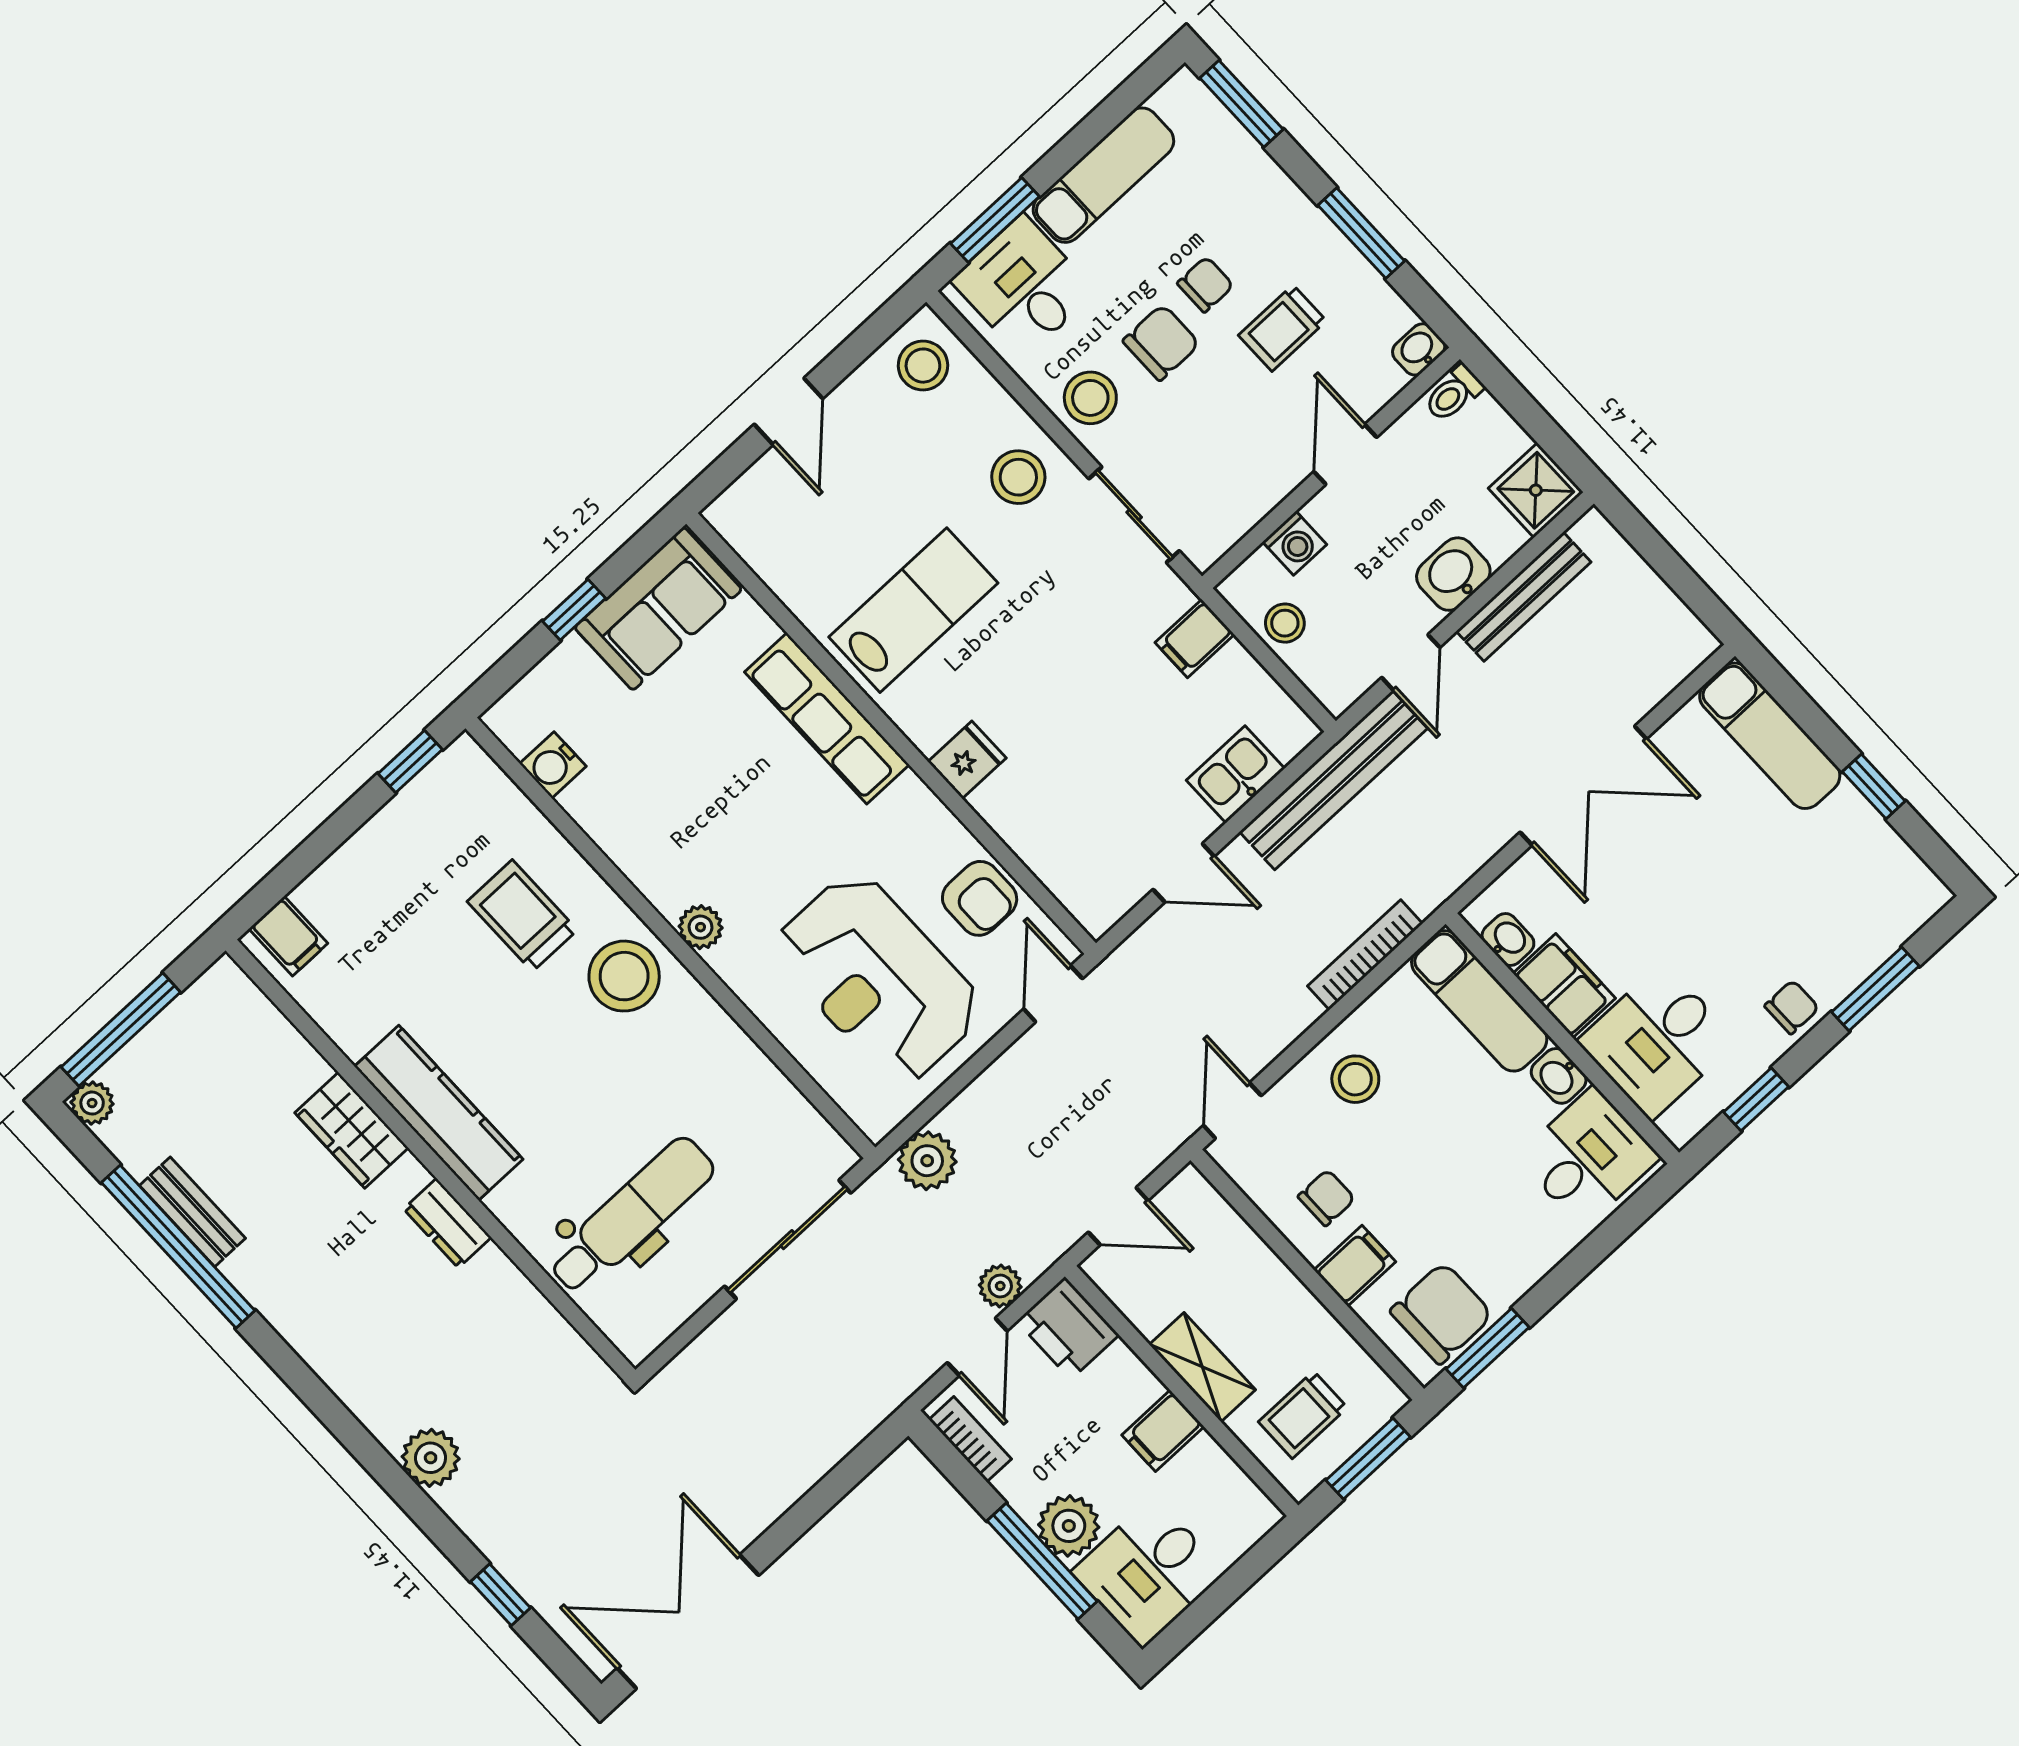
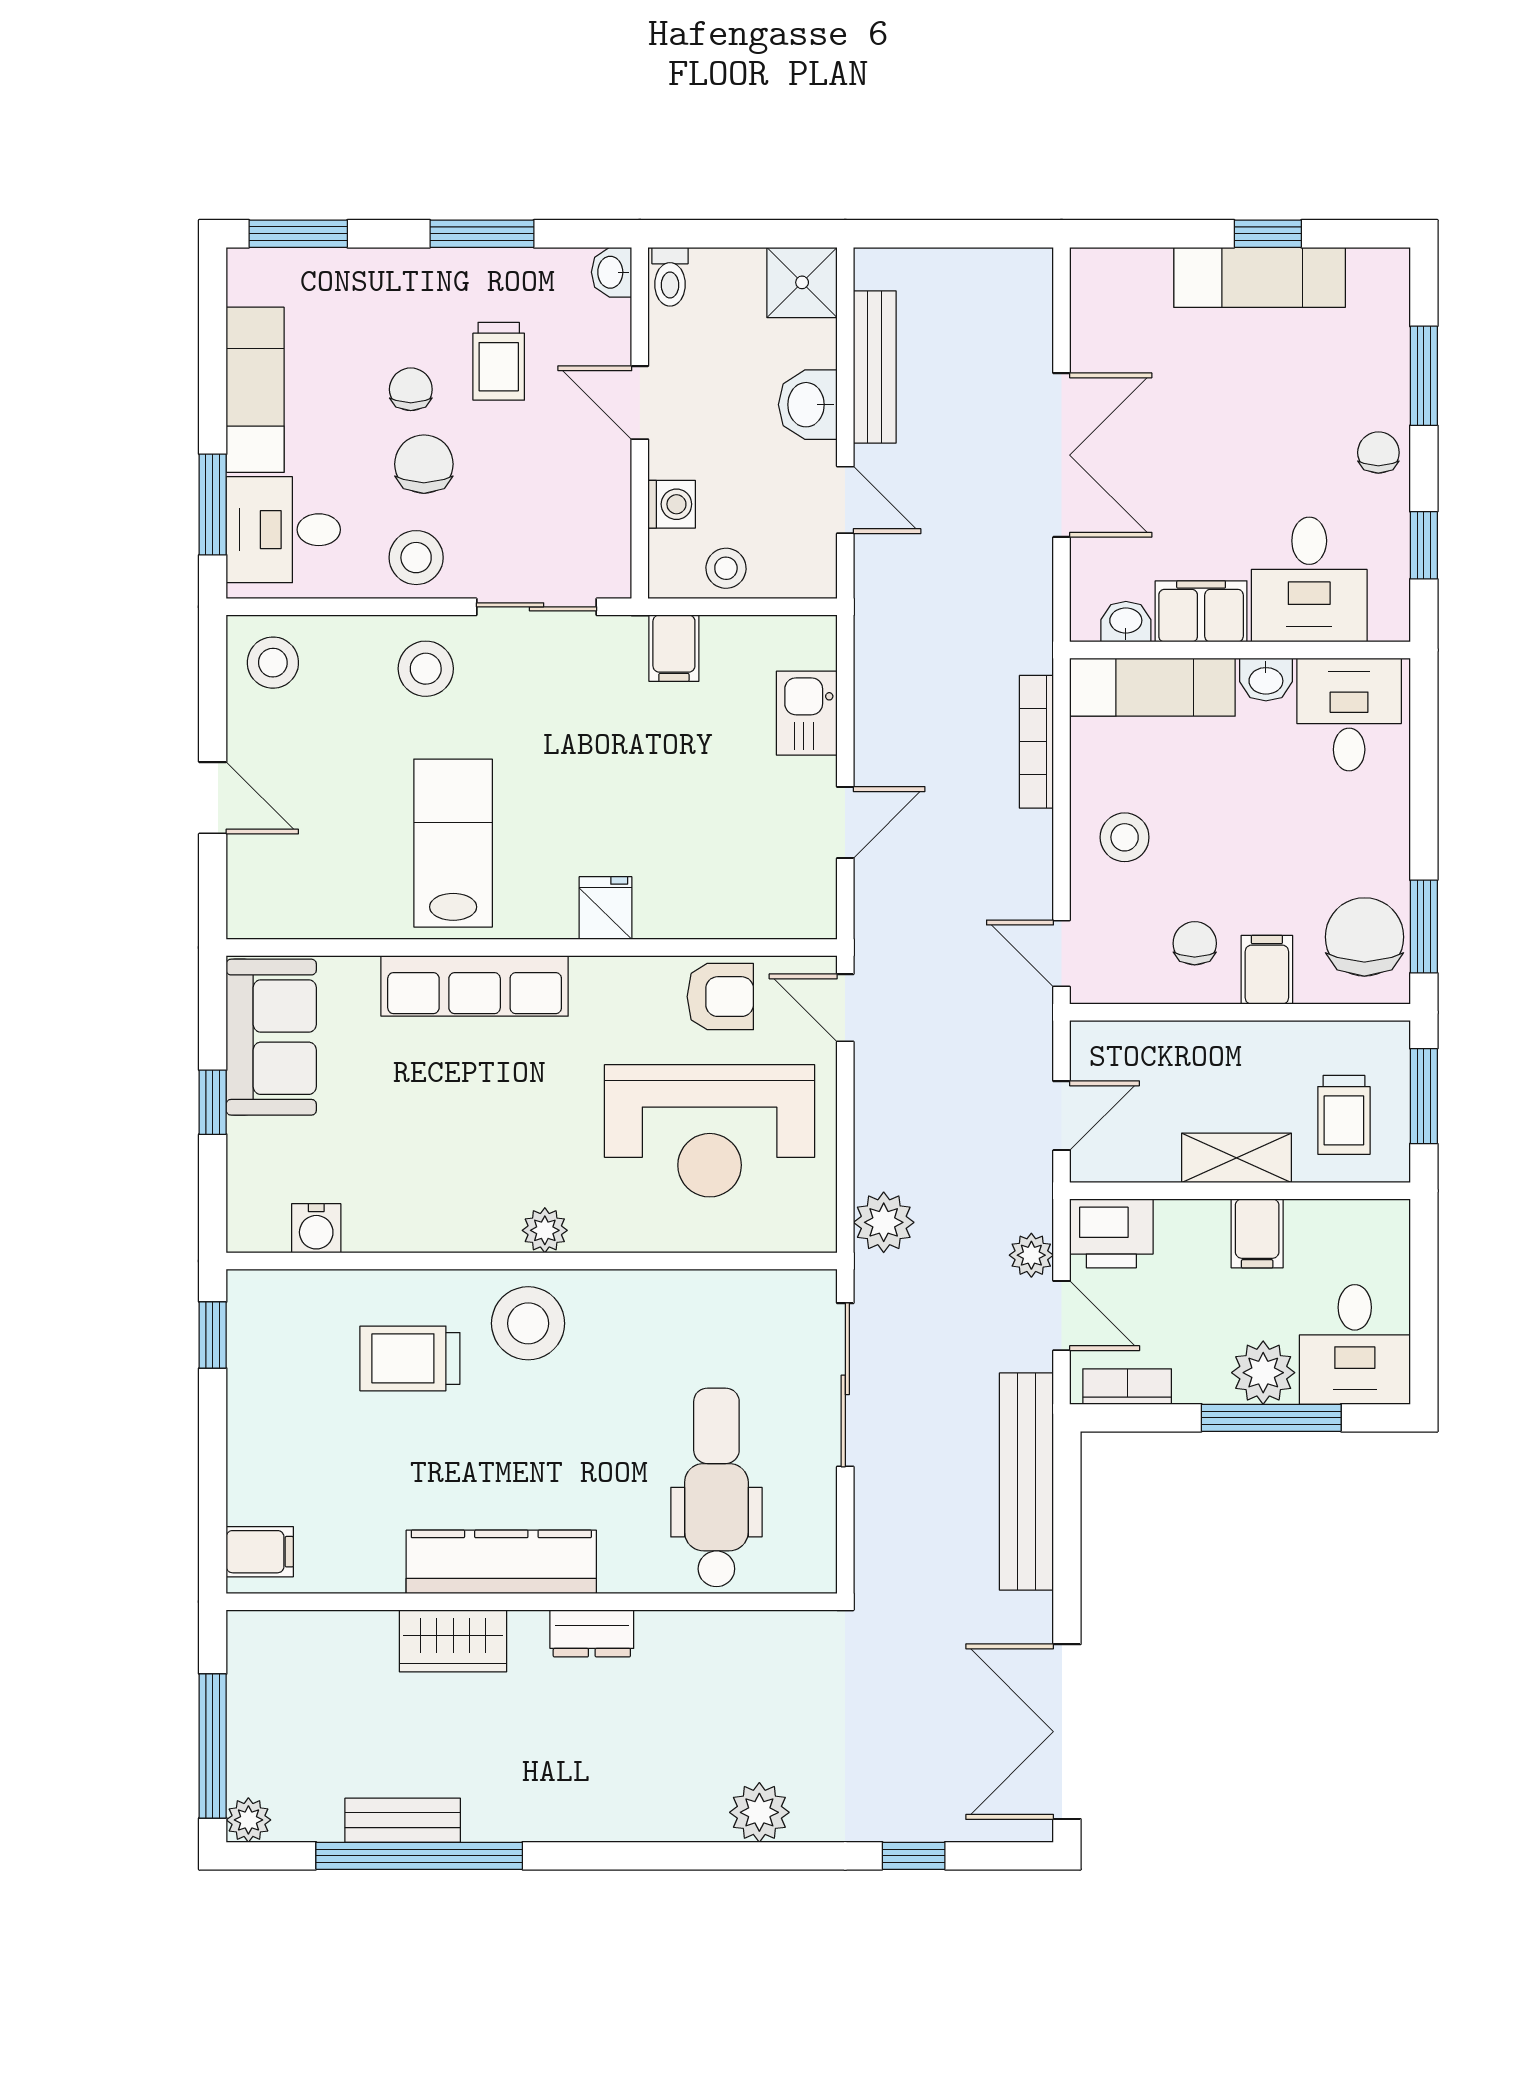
exam couch: (1770, 736) -> (1260, 277), moved
bench: (1333, 780) -> (1026, 1482), moved

